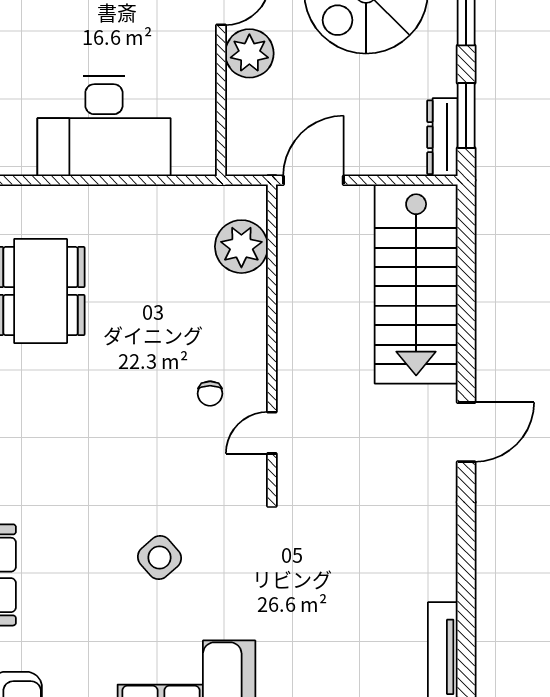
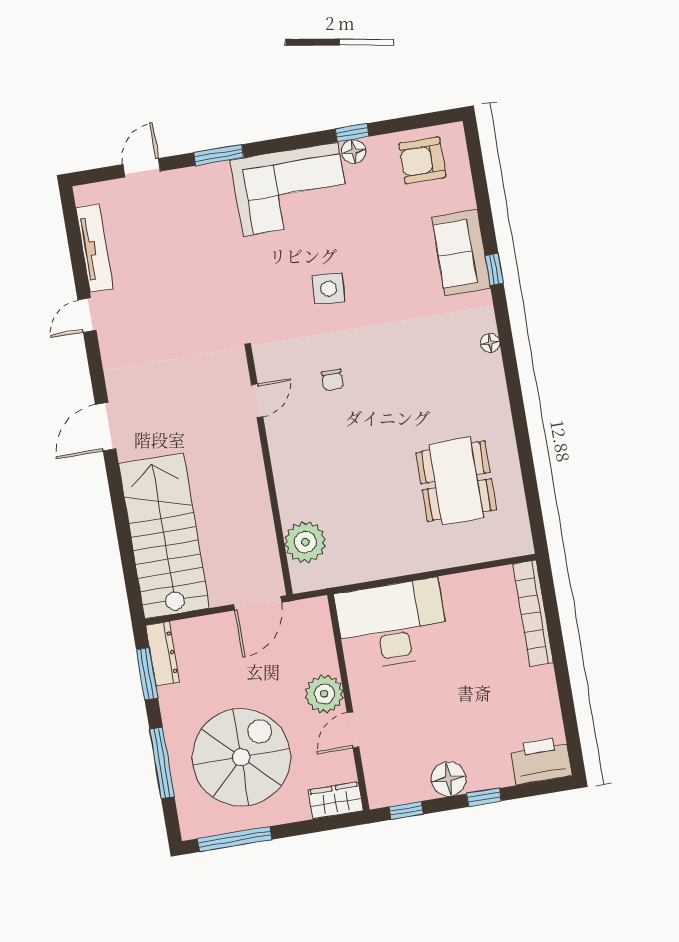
desk: (104, 126) -> (392, 624), moved
chair: (210, 394) -> (332, 380), moved, turned 180
side table: (159, 557) -> (329, 289), turned 45
door: (466, 575) -> (87, 315), added

